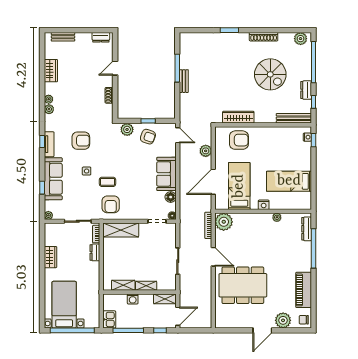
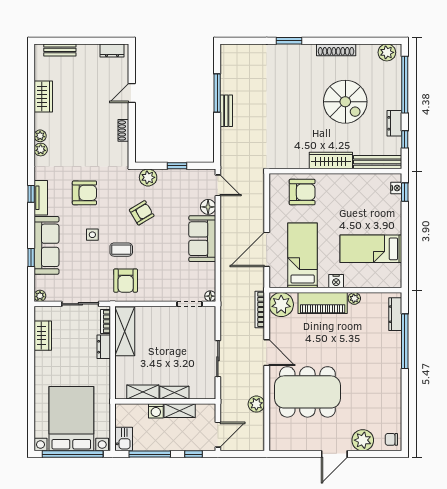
wardrobe: (238, 117) -> (331, 161), moved
armchair: (148, 137) -> (142, 213), moved, turned -50
plant: (206, 151) -> (256, 404), moved
floor lamp: (171, 197) -> (208, 207), moved
shelving: (121, 230) -> (125, 331), moved, turned 90
wardrobe: (50, 257) -> (43, 336), moved
piano: (304, 290) -> (323, 303), moved, turned -90
shelving: (165, 299) -> (180, 411), moved
bed with nightstands: (64, 305) -> (71, 419), width x1.36

